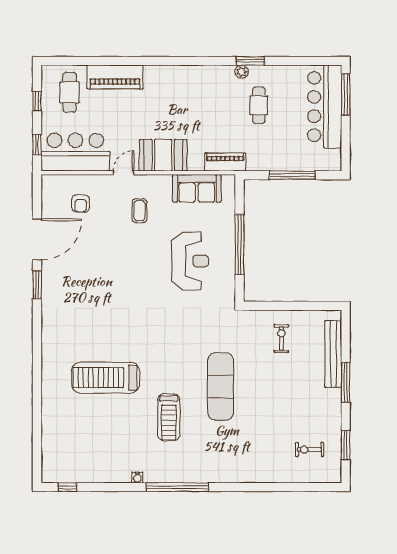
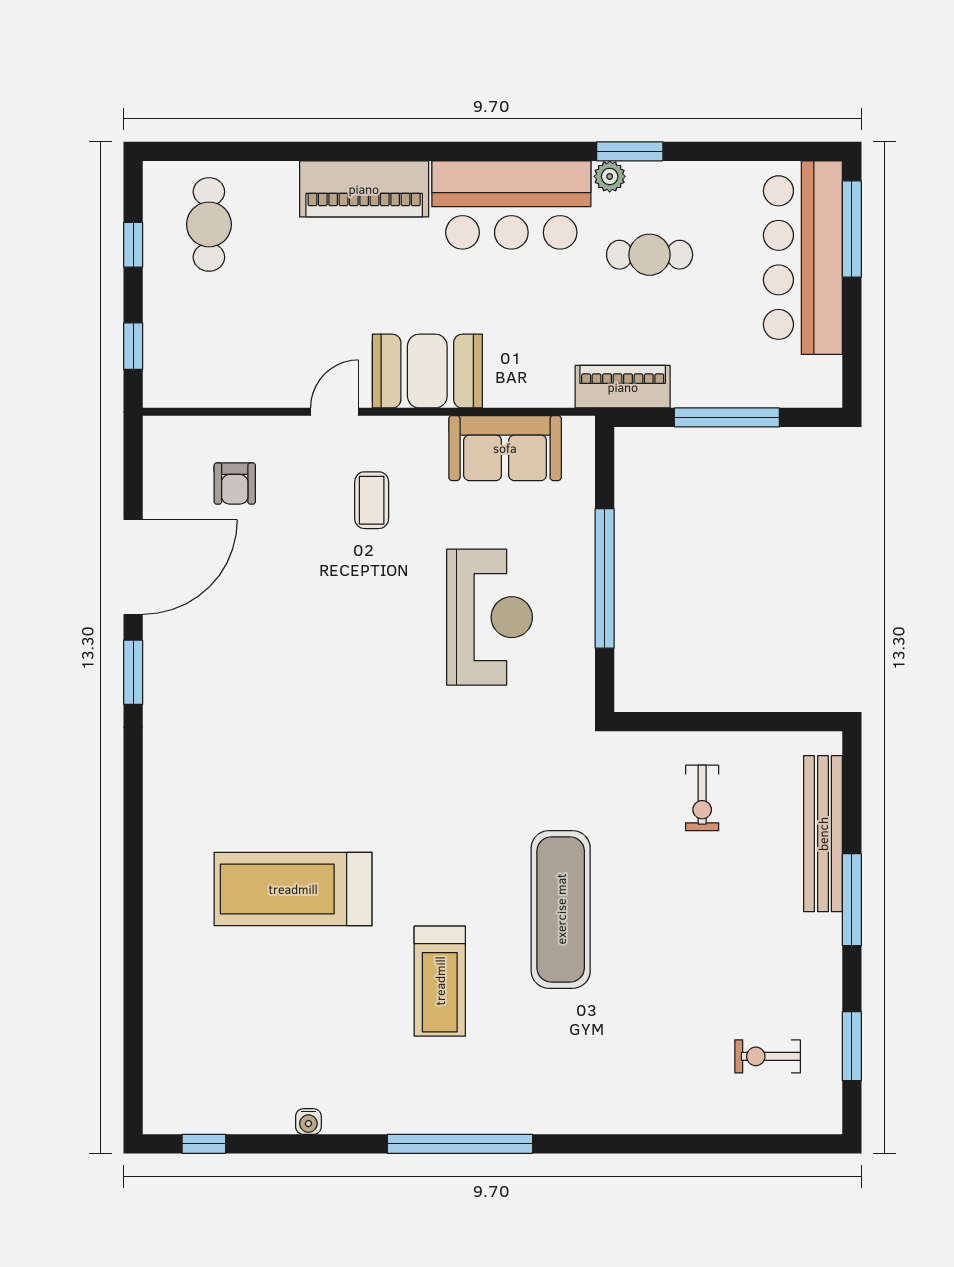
piano: (115, 77) -> (364, 189), moved
cafe table: (259, 105) -> (650, 255), turned 90
bar counter: (75, 152) -> (511, 205), moved, turned 180
piano: (225, 162) -> (623, 387), moved
exercise bike: (281, 339) -> (702, 798), turned 180
water cooler: (137, 478) -> (308, 1122), moved

